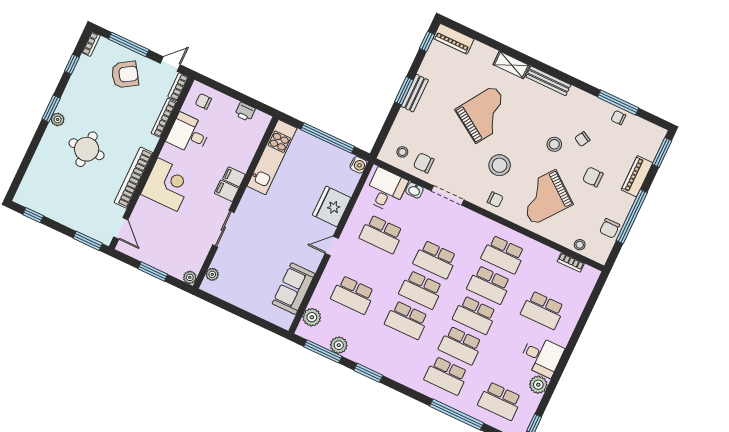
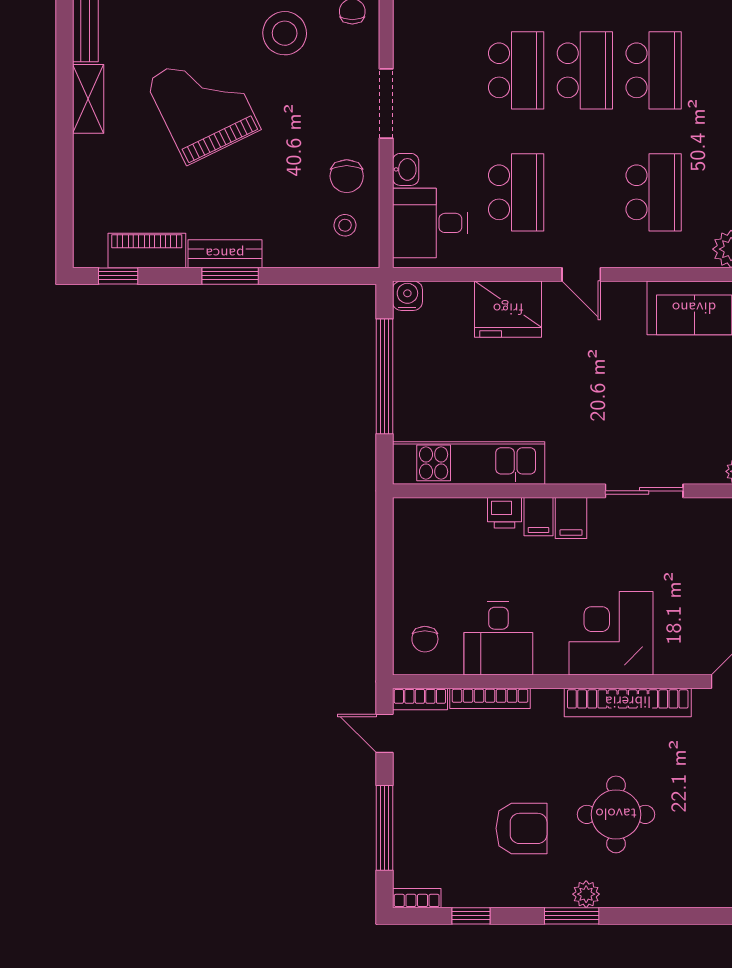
piano: (454, 39) -> (147, 251), moved, turned -90
armchair: (125, 74) -> (521, 828), moved, turned 123
printer: (245, 112) -> (505, 513), moved, turned 90
grand piano: (485, 114) -> (203, 105), turned 31

